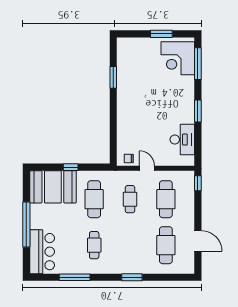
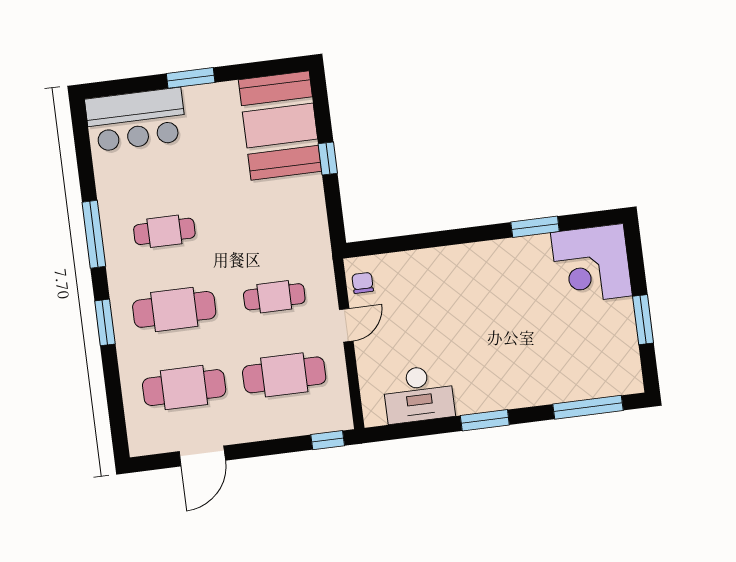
corner desk: (178, 58) -> (591, 264), moved, turned -90
cafe table: (94, 199) -> (174, 309), moved
window: (26, 225) -> (191, 78), width x0.47
window: (75, 277) -> (94, 234), moved

